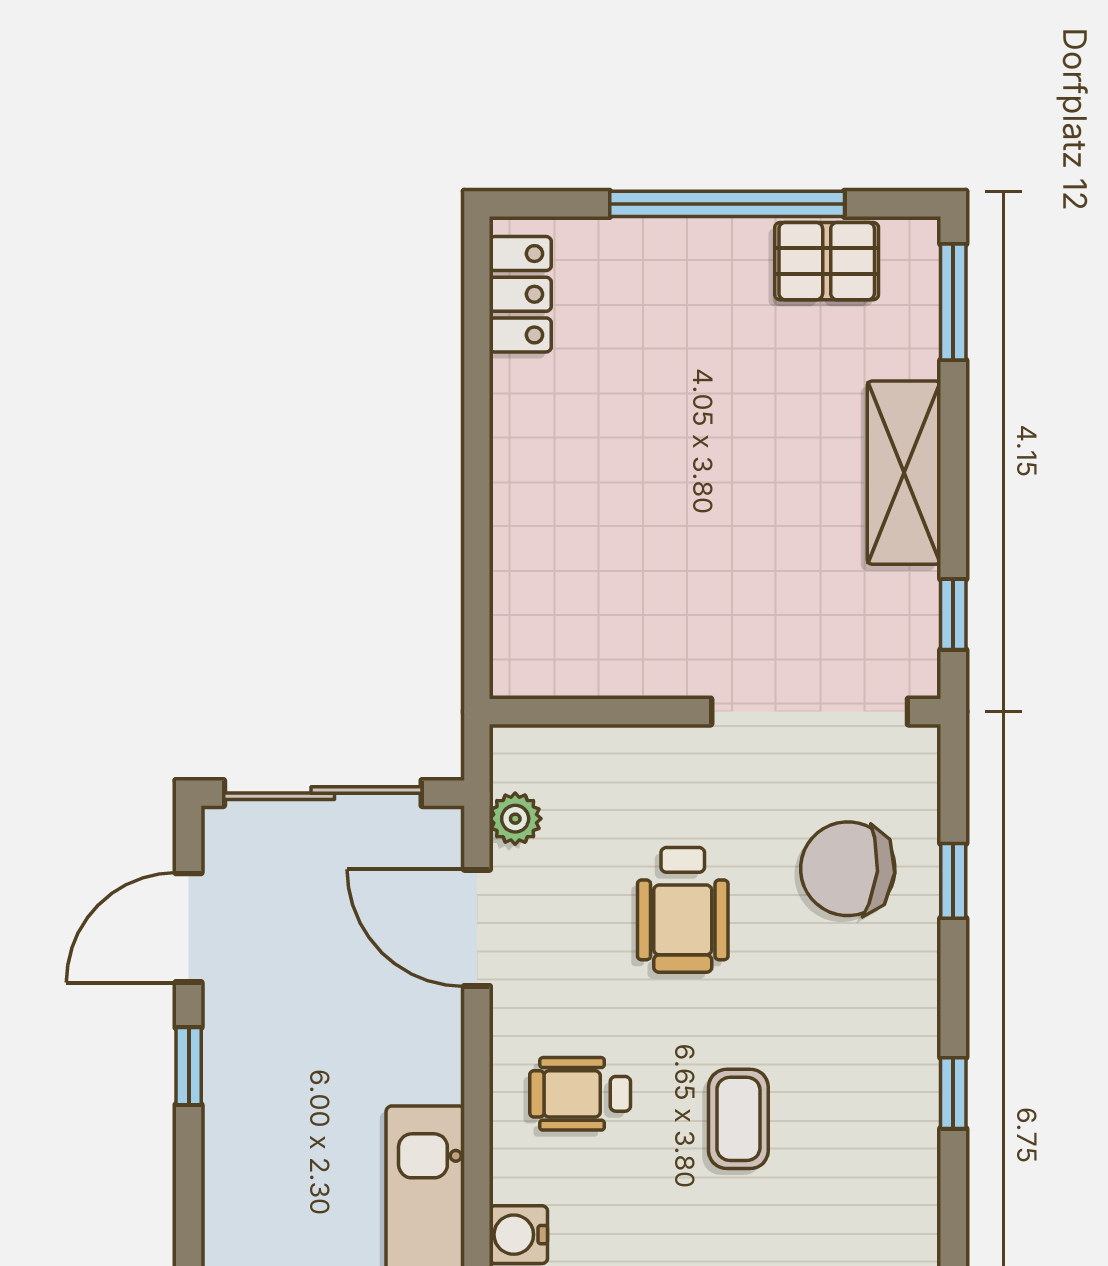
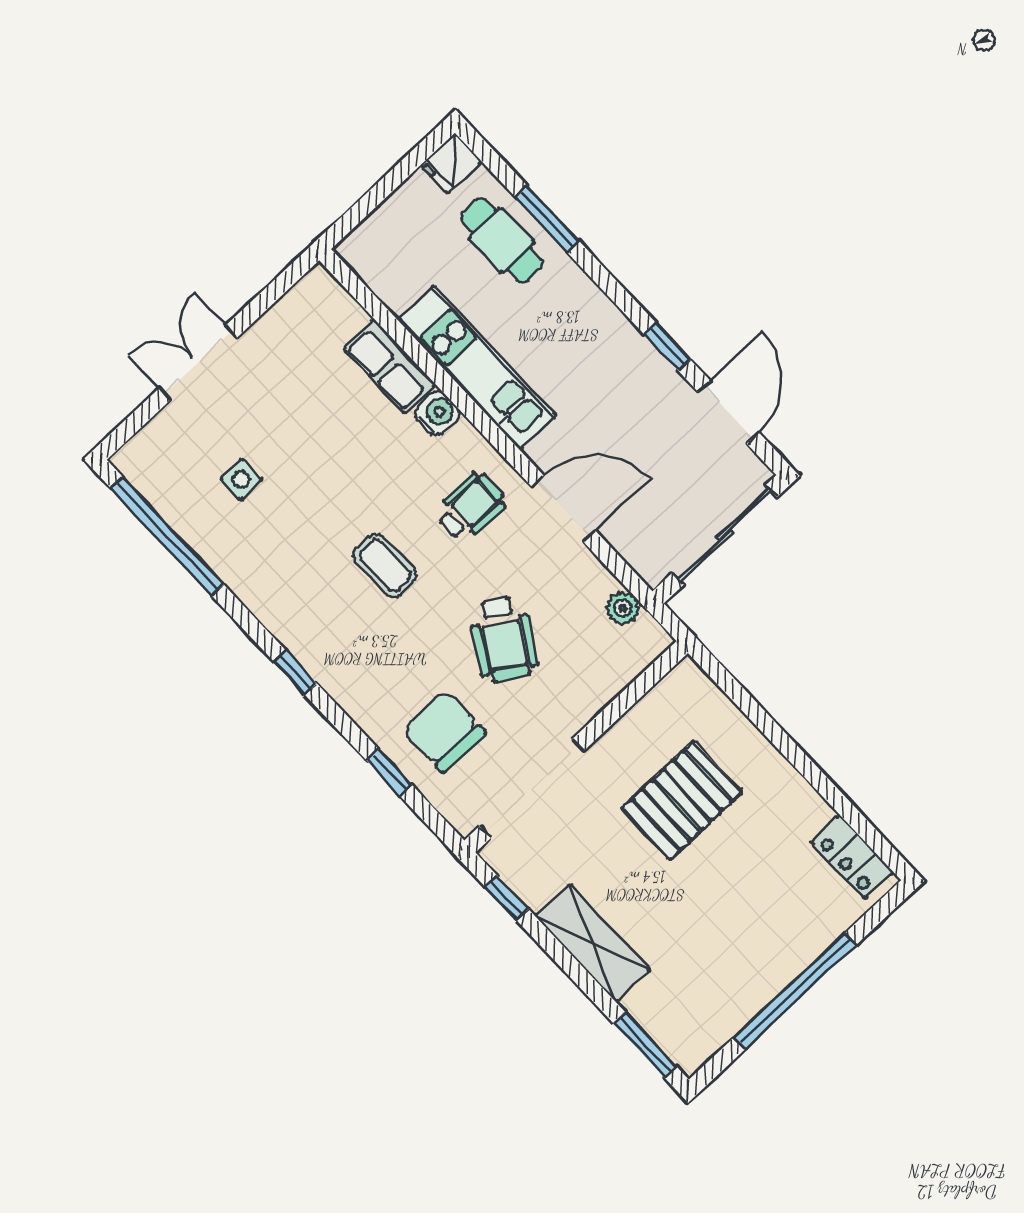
pallet: (827, 261) -> (682, 800), moved, width x1.50, depth x1.42
chair: (848, 869) -> (444, 731), turned -95
wheelchair: (683, 910) -> (504, 639), turned -149
door: (477, 928) -> (564, 509), moved

